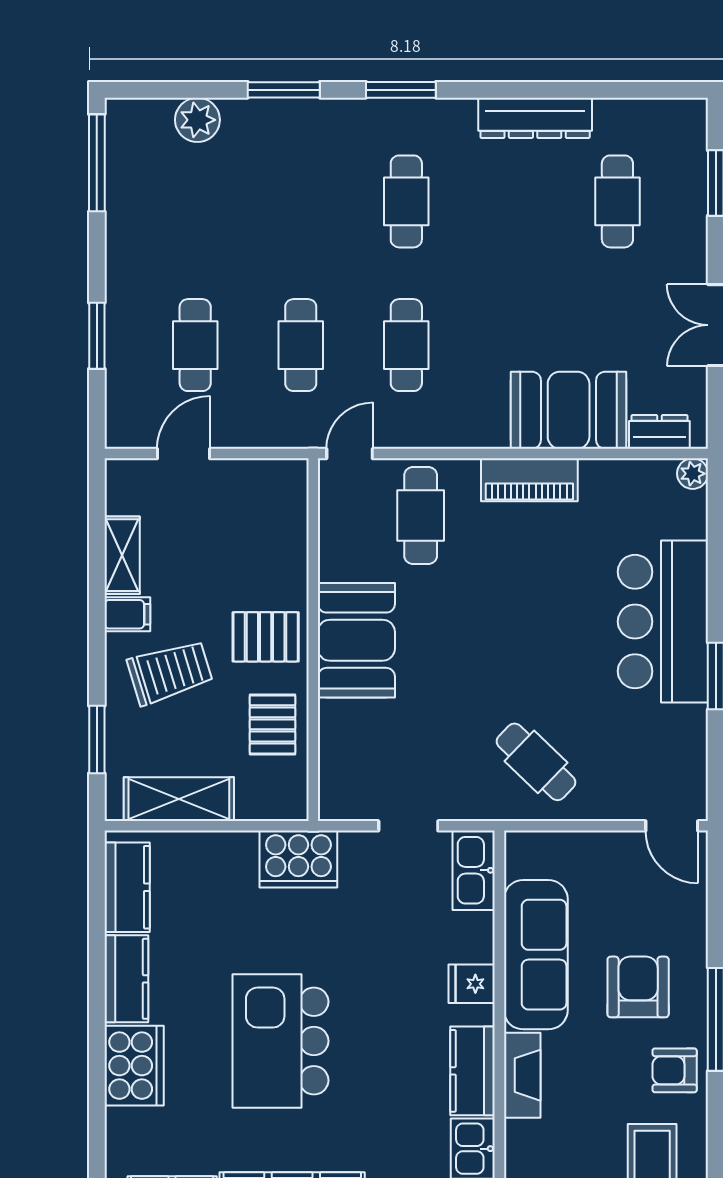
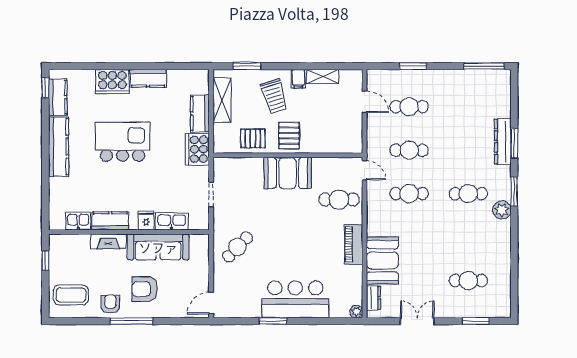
dresser: (535, 118) -> (503, 141), moved
plant: (197, 120) -> (502, 210), moved
kitchen sink: (474, 870) -> (172, 221), moved
kitchen counter: (127, 887) -> (200, 113), moved, turned 90
armchair: (638, 987) -> (145, 289), turned 180

